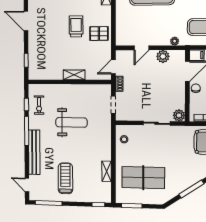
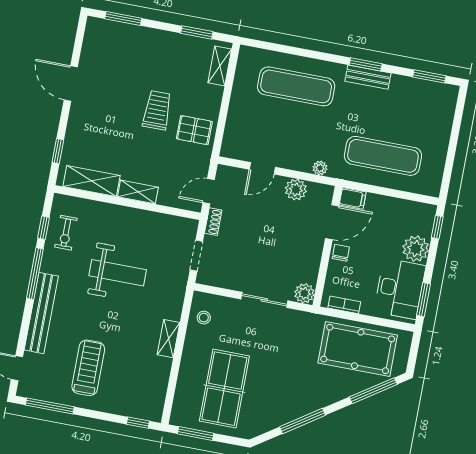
shelving: (48, 73) -> (92, 181), added
shelving: (107, 171) -> (169, 339), moved
table tennis table: (143, 178) -> (224, 389), turned 90

